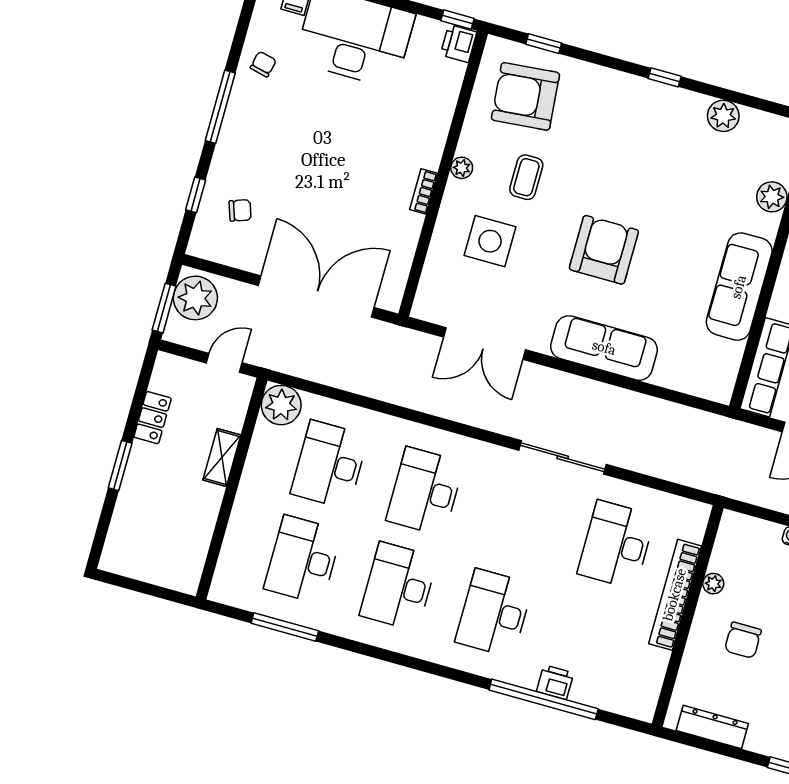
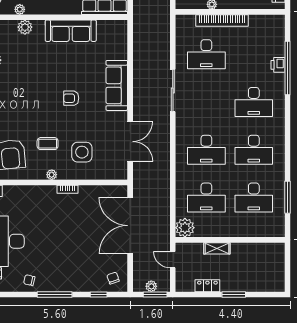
chair: (240, 210) -> (113, 278), moved
armchair: (604, 250) -> (71, 98), width x0.53, depth x0.53
plant: (195, 298) -> (151, 286), width x0.53, depth x0.53

